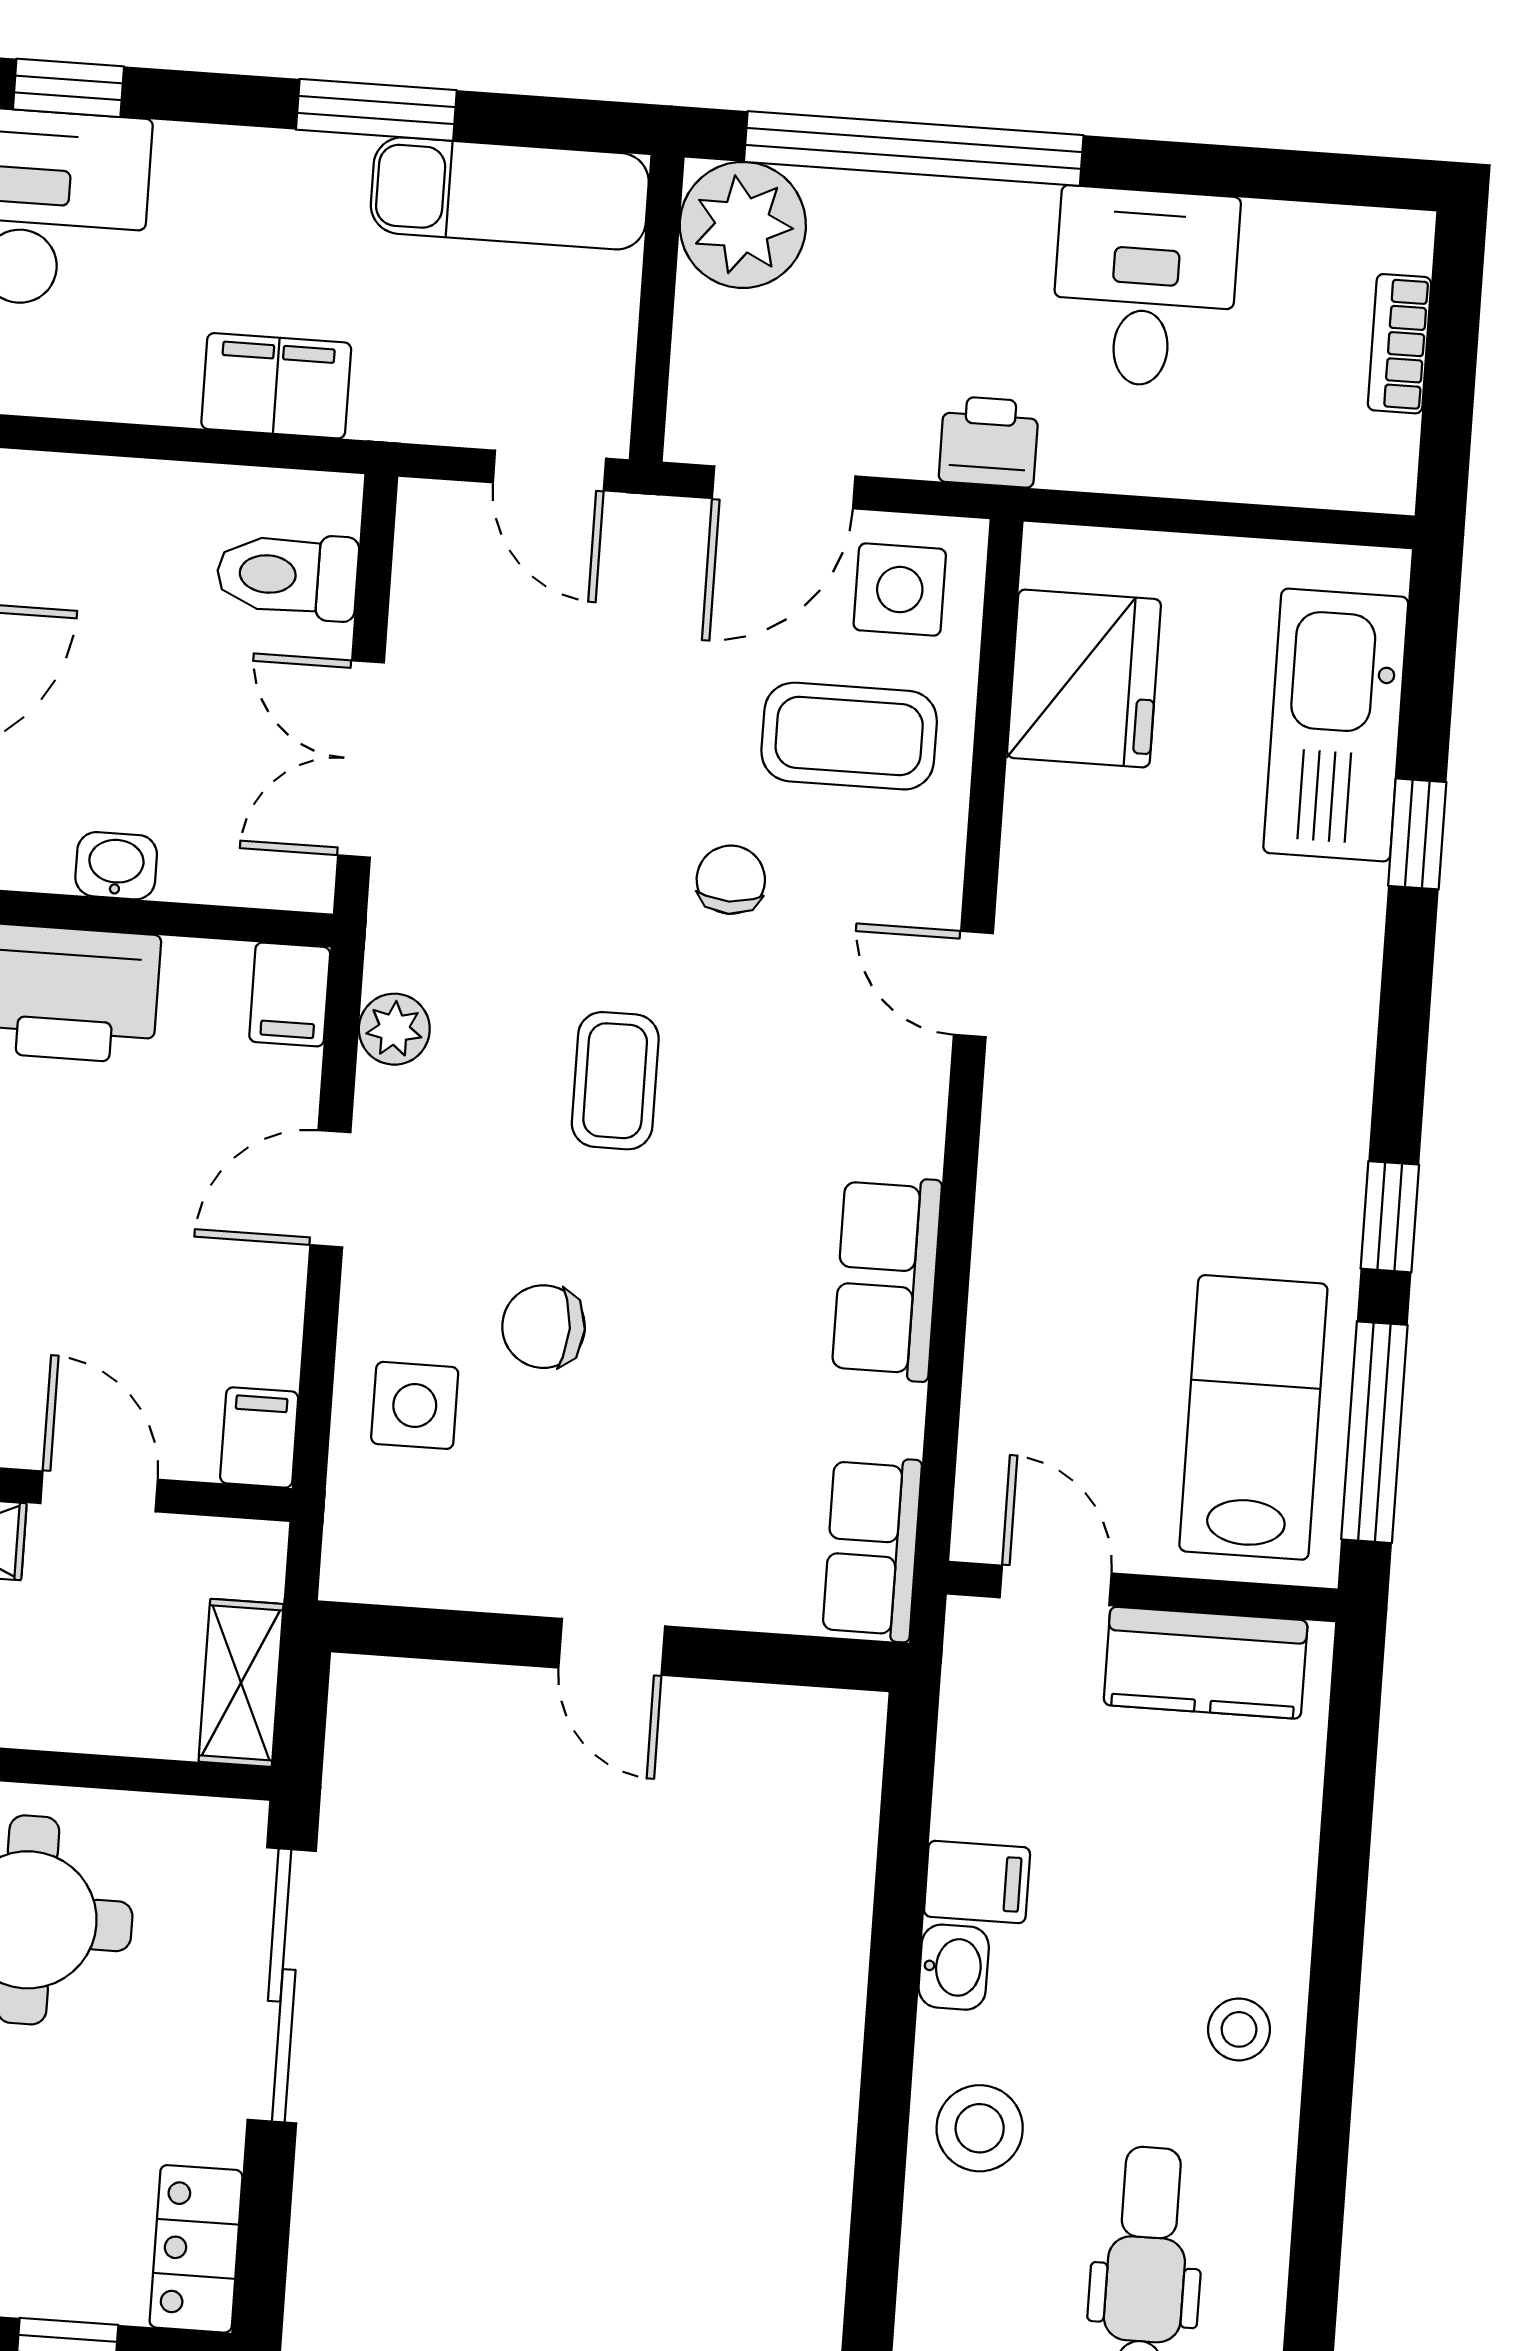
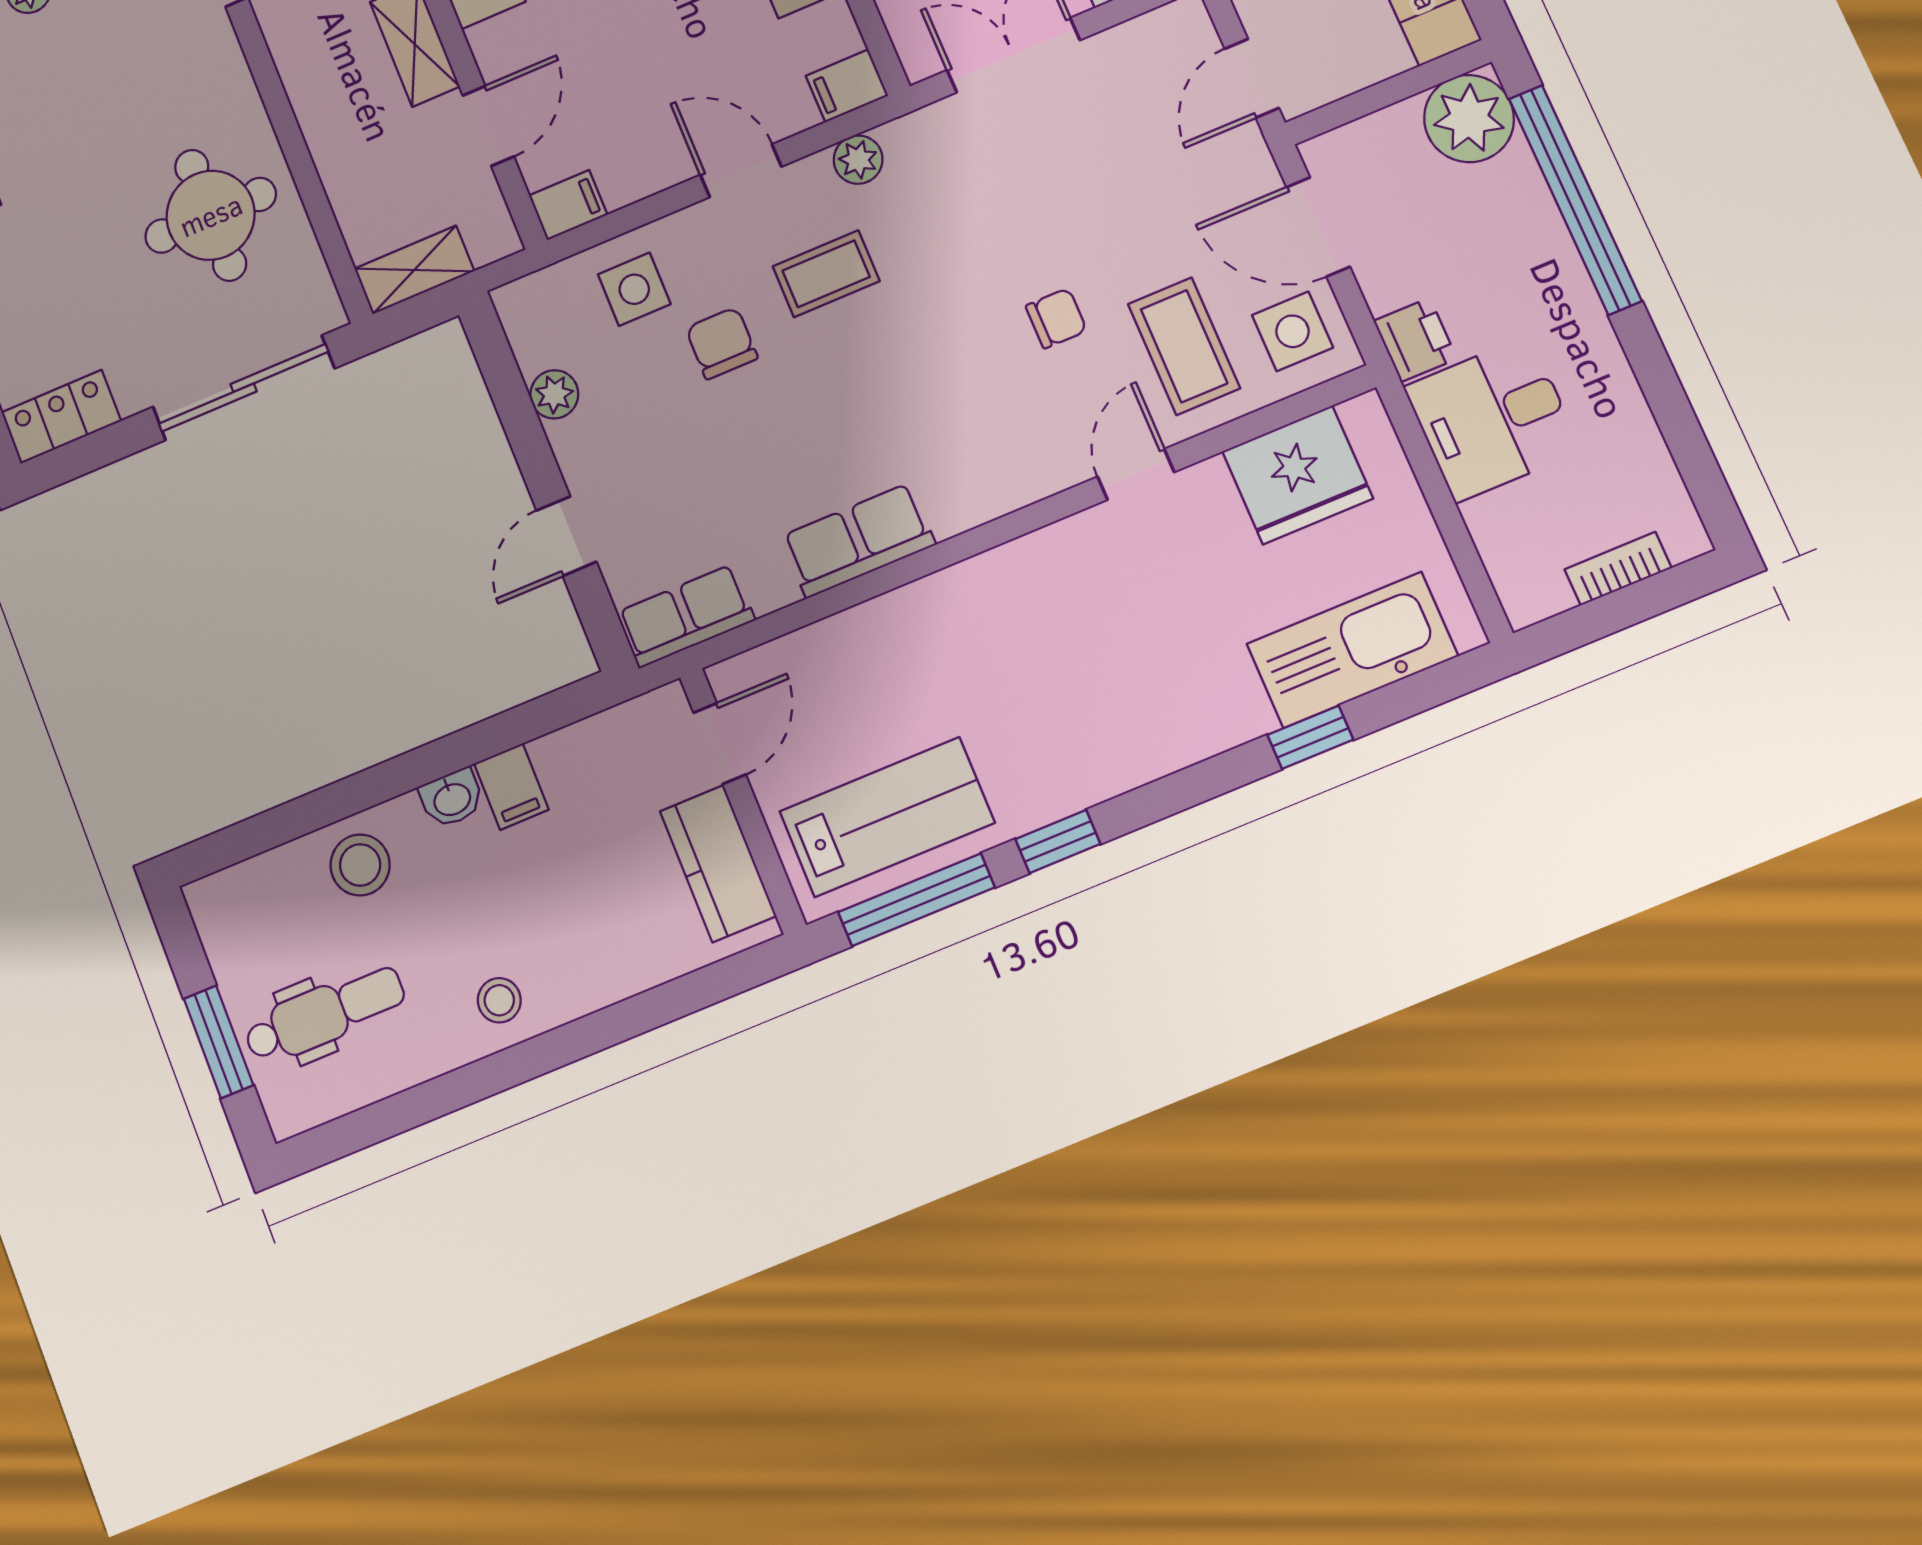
desk: (1145, 288) -> (1493, 419), moved, turned 180
door: (973, 984) -> (1136, 474), moved
coffee table: (615, 1081) -> (826, 274), moved
plant: (499, 1578) -> (554, 394), added
door: (612, 1647) -> (567, 536), moved

